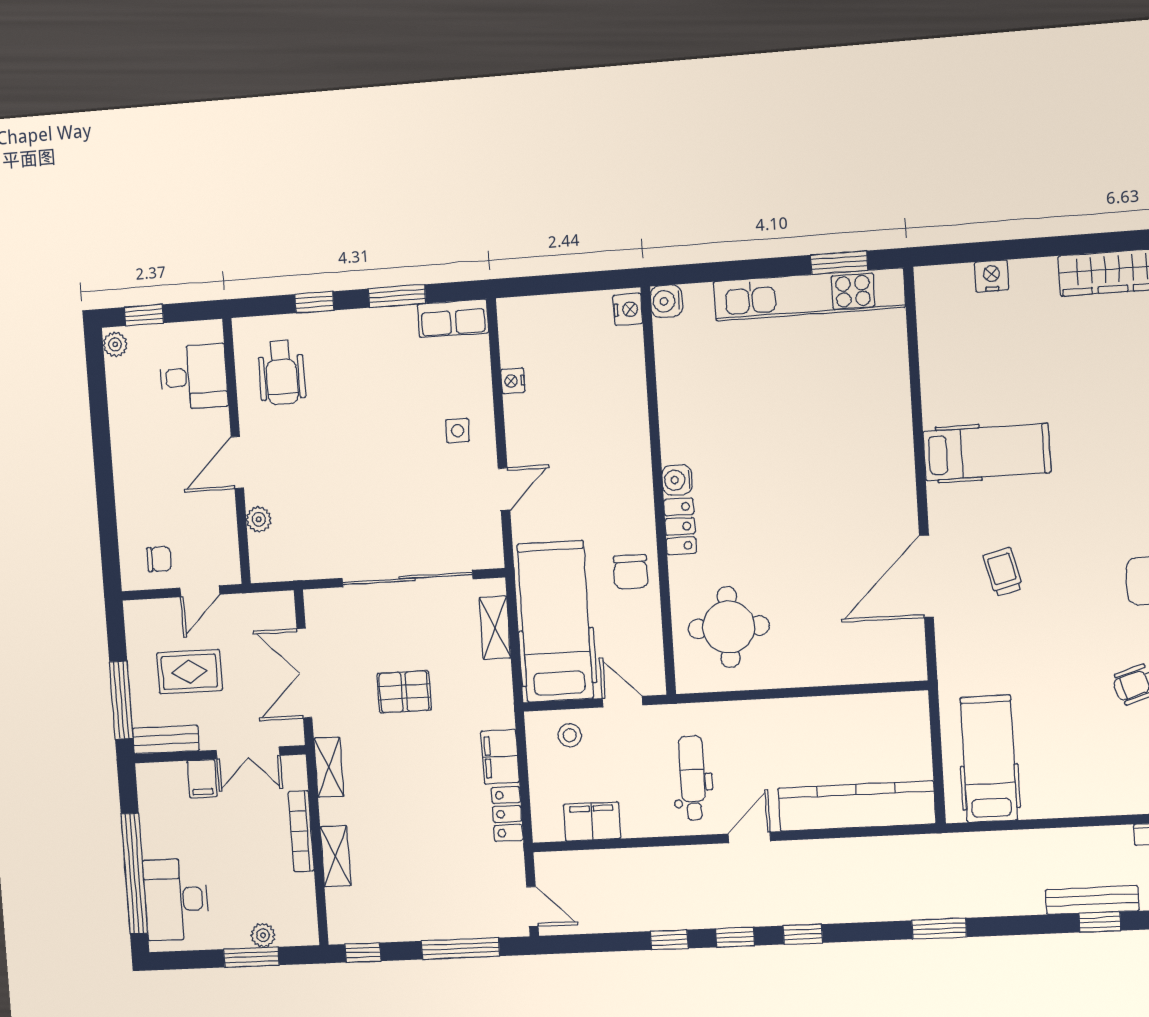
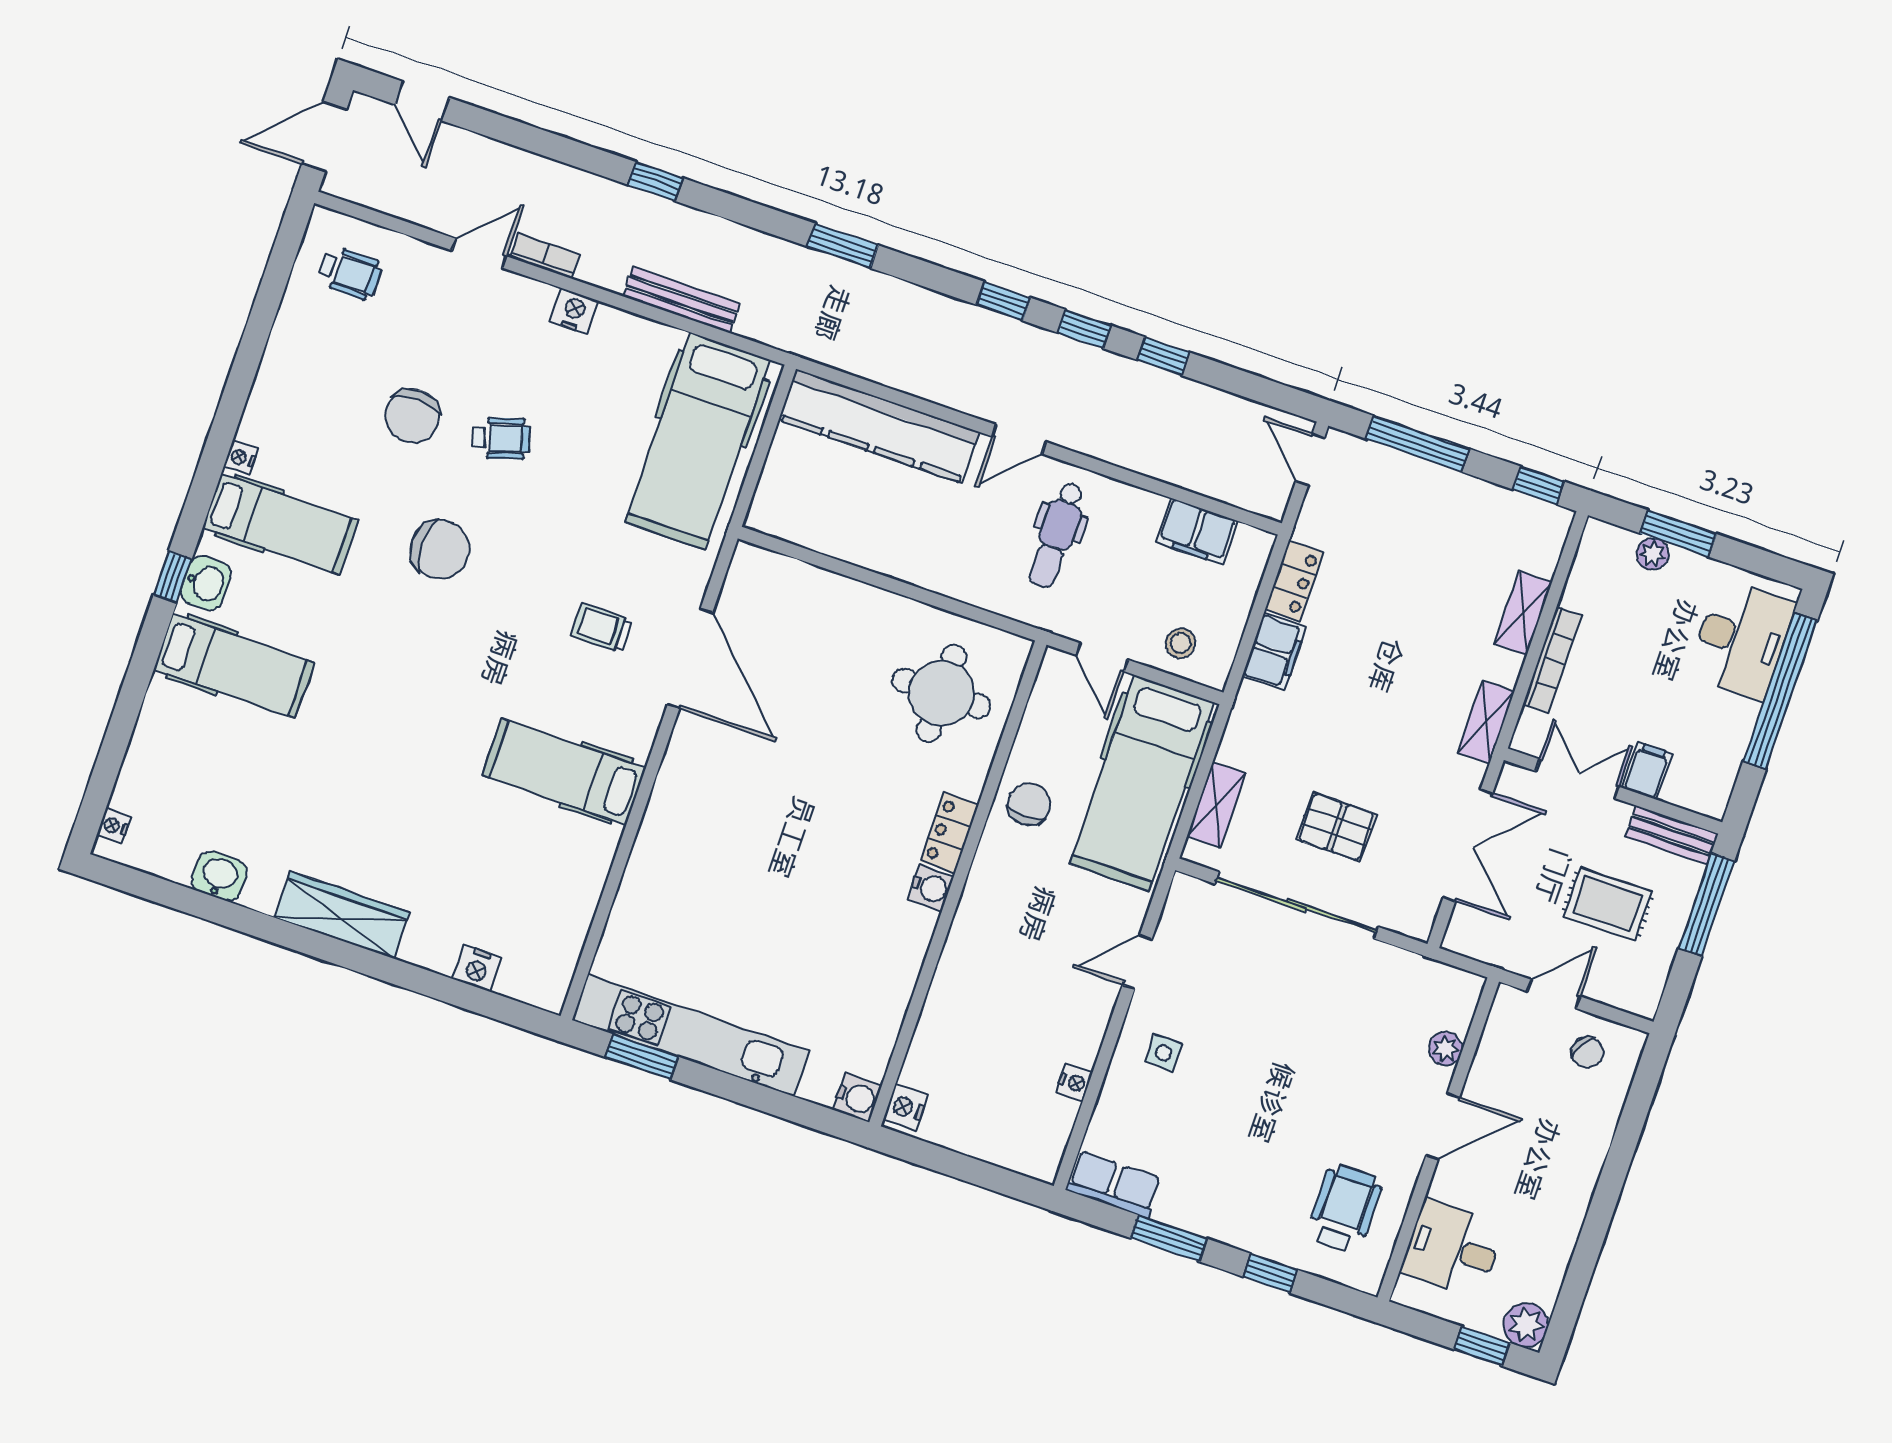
plant: (115, 344) -> (1526, 1325), width x1.38, depth x1.38
chair: (159, 559) -> (1587, 1052), turned -147
trolley: (1003, 572) -> (601, 628), turned 104
door: (926, 576) -> (690, 658), hinge flipped
pallet: (404, 692) -> (1336, 827), moved
hospital bed: (989, 759) -> (698, 441), width x1.37, depth x1.29
nightstand: (1122, 801) -> (574, 311), added
bench: (1092, 900) -> (681, 300), moved

